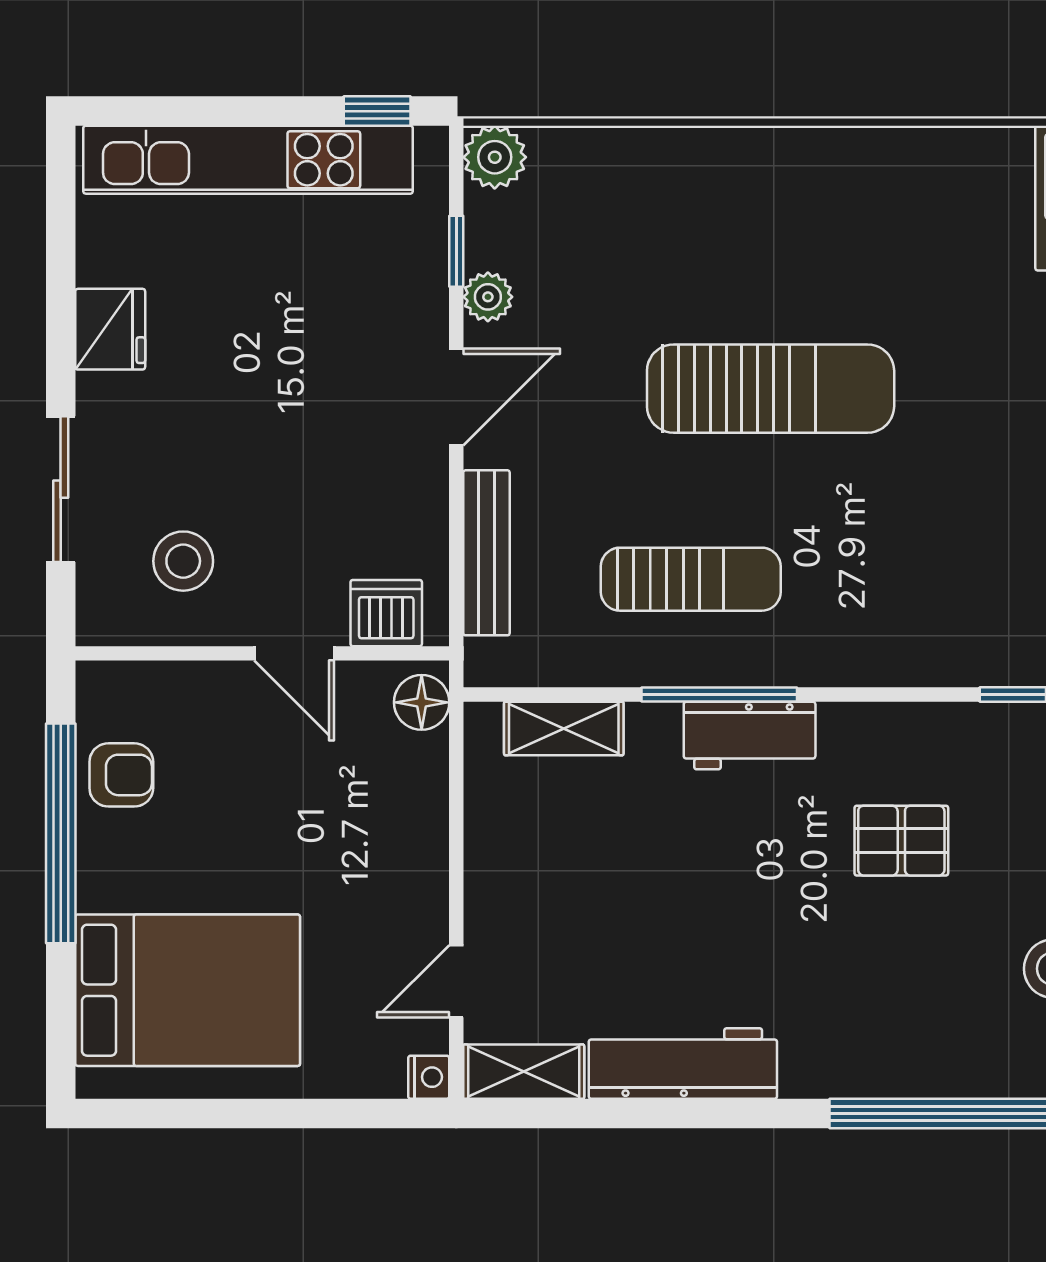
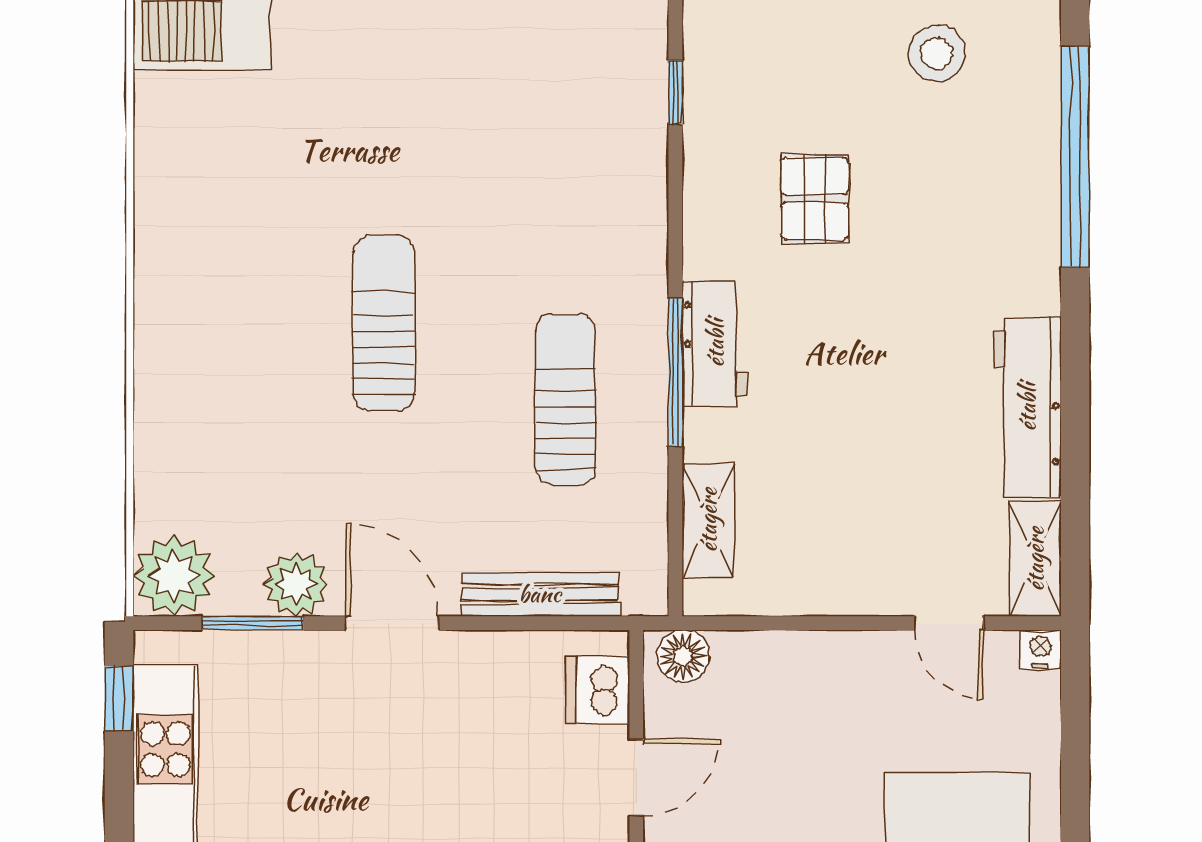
plant: (495, 157) -> (174, 575), width x1.36, depth x1.36
window: (456, 251) -> (253, 623), width x1.50
plant: (488, 297) -> (296, 584), width x1.38, depth x1.38
sun lounger: (771, 389) -> (384, 323), width x0.73, depth x0.75

